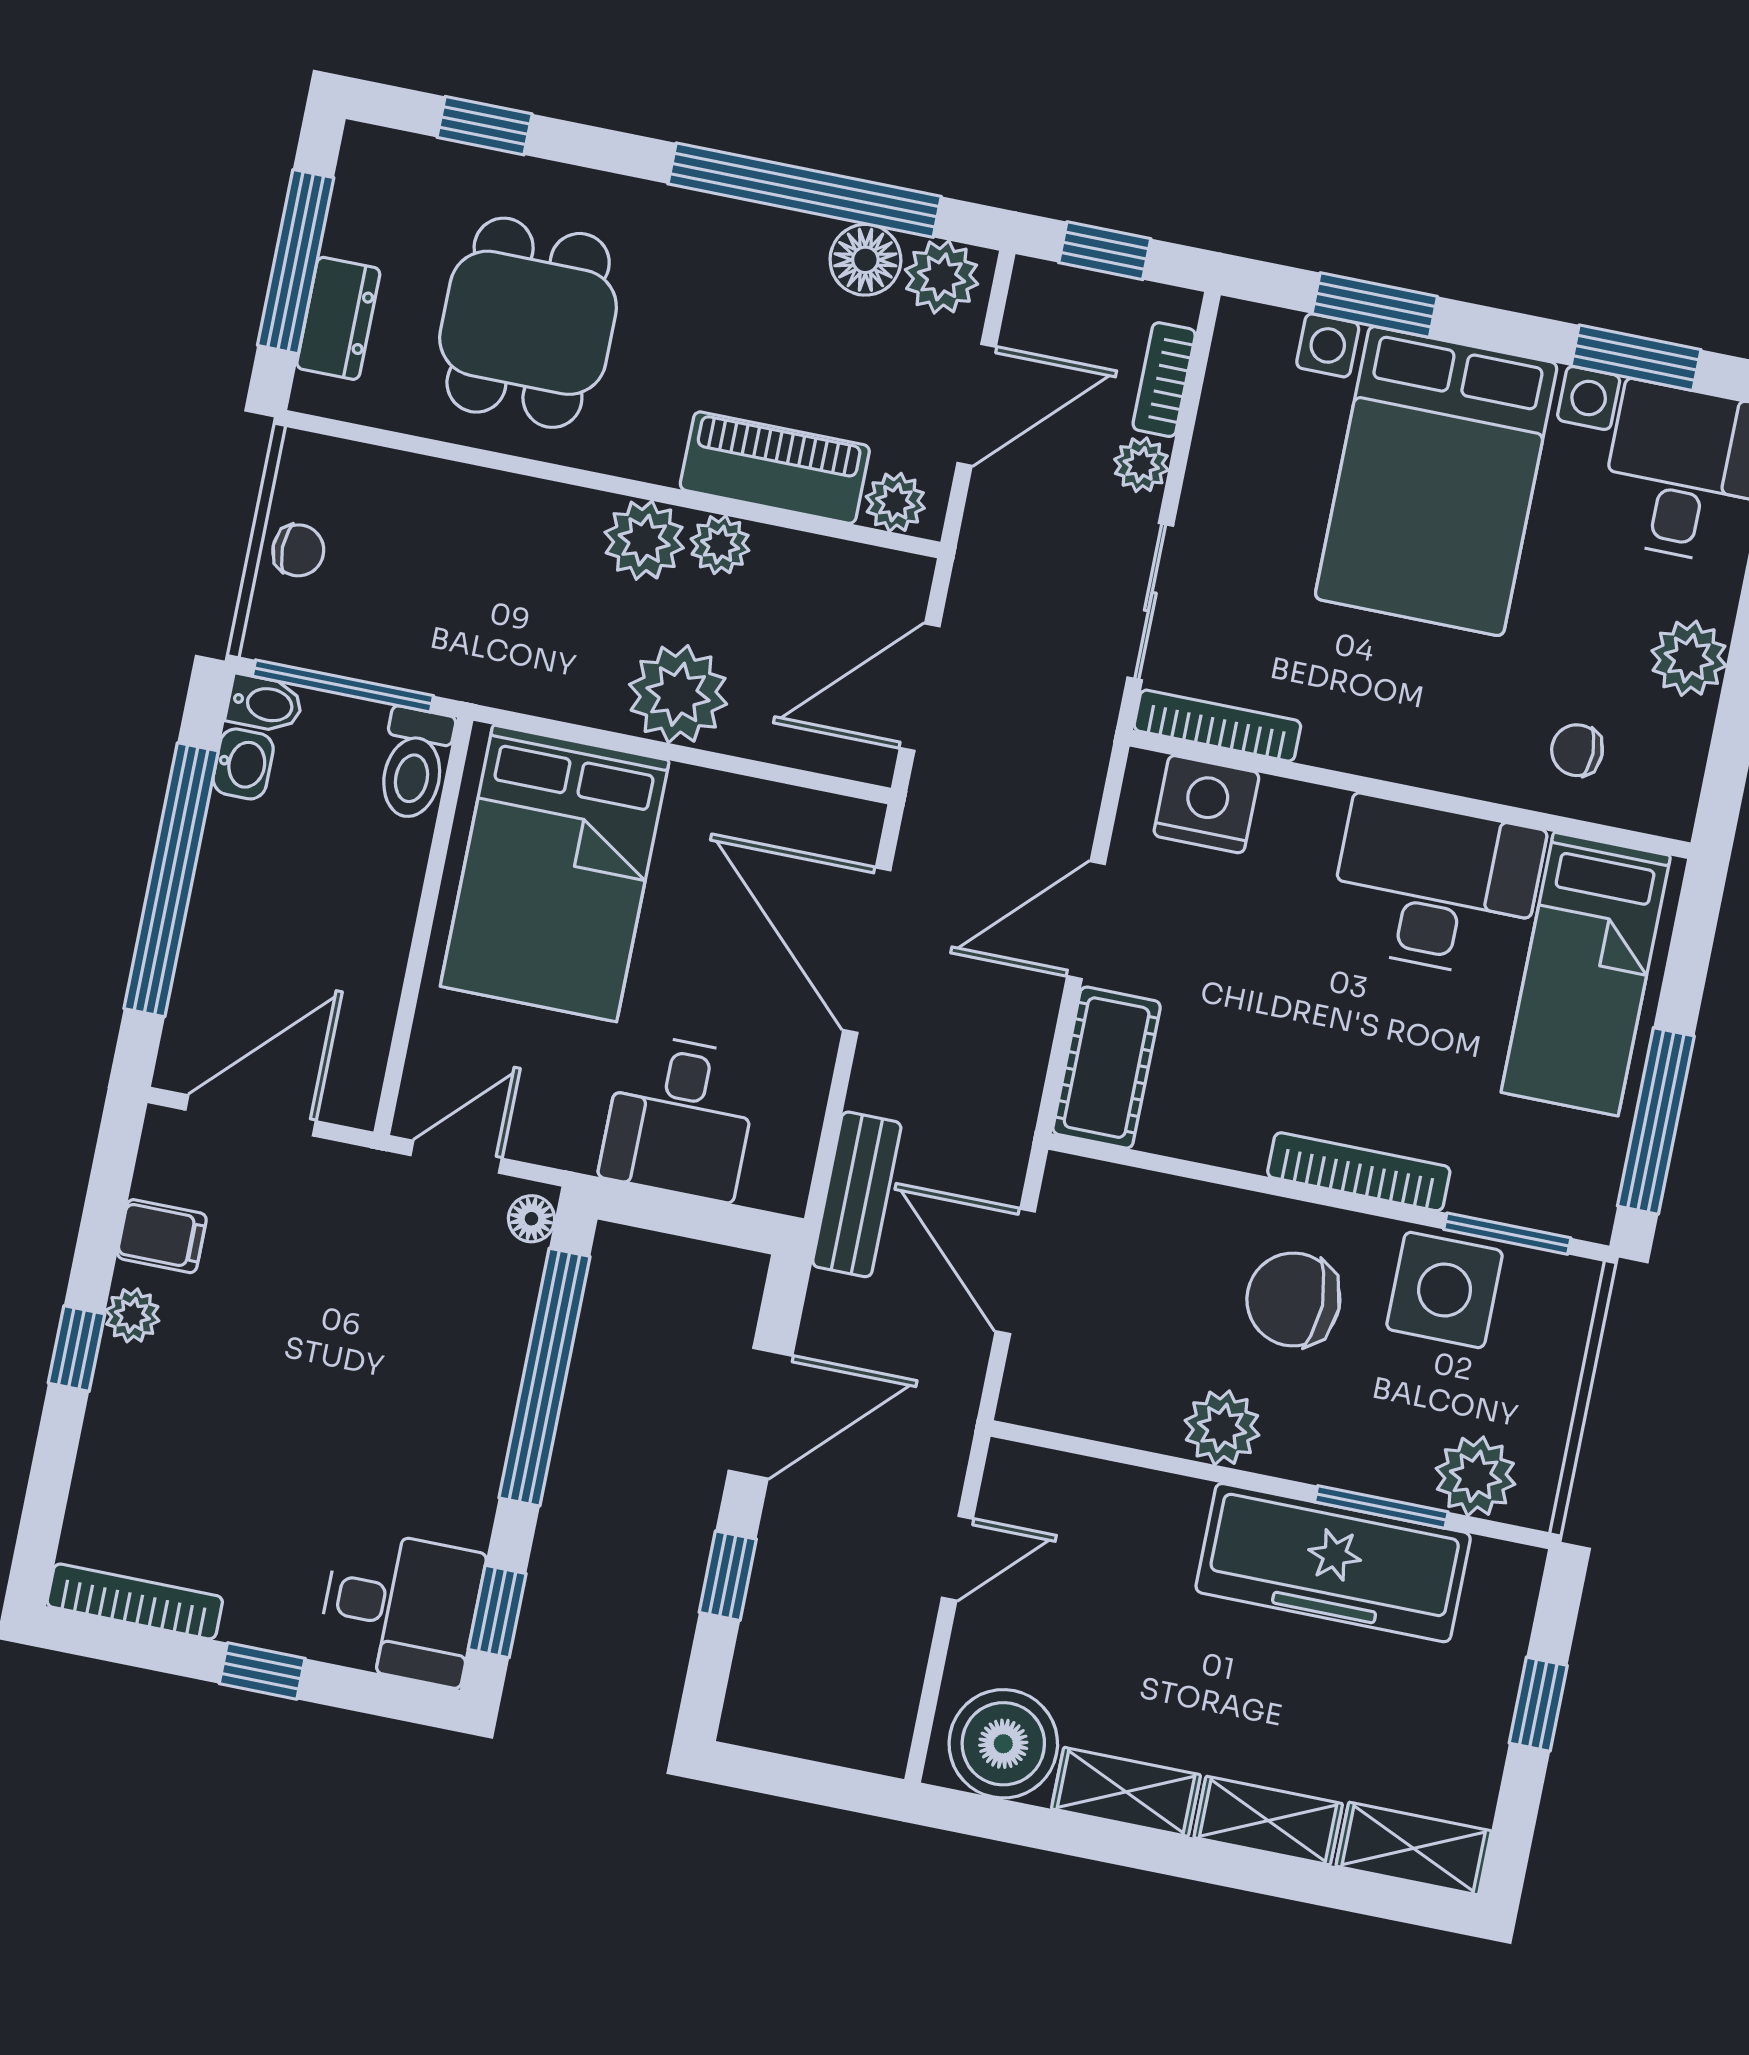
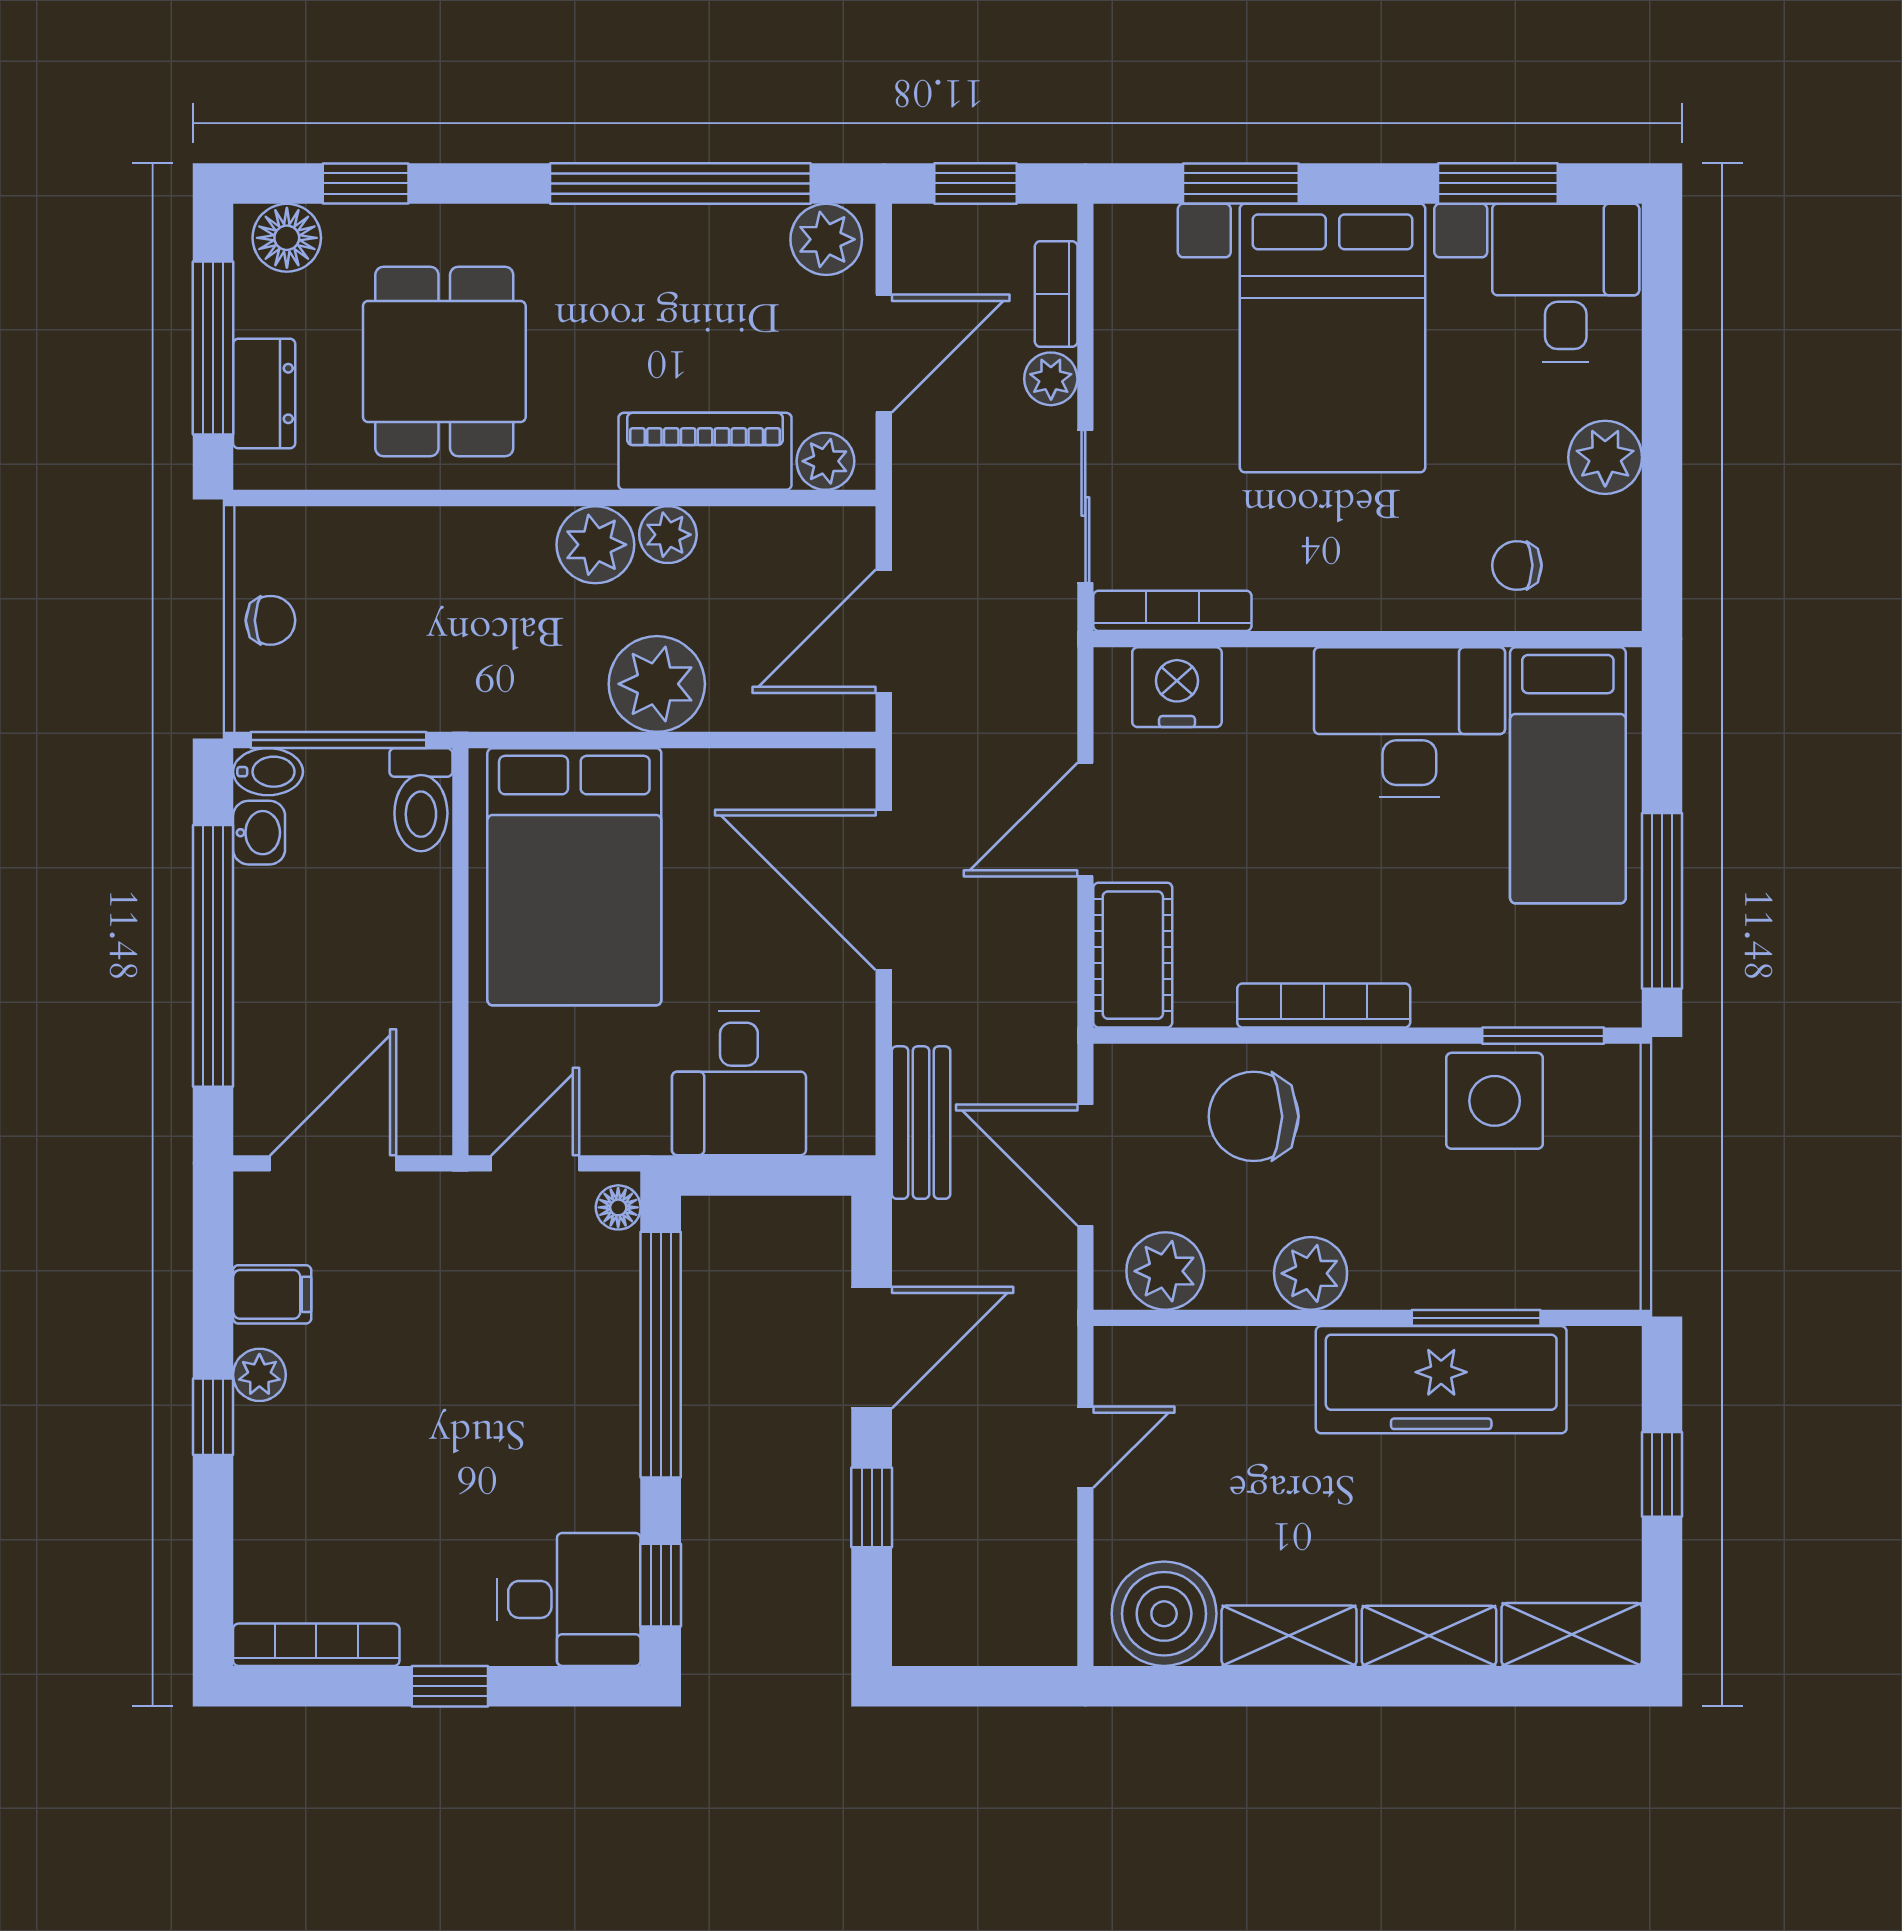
floor lamp: (865, 260) -> (287, 238), moved
bookcase: (1359, 1172) -> (1324, 1005), moved
chair: (1293, 1299) -> (1254, 1116), moved
plant: (1475, 1476) -> (1165, 1271), moved

